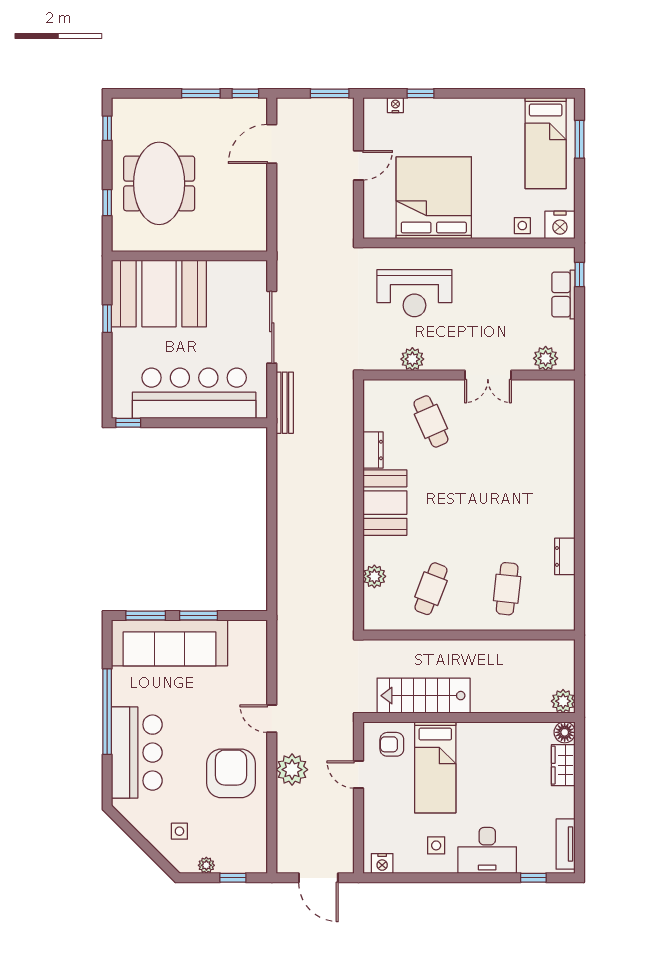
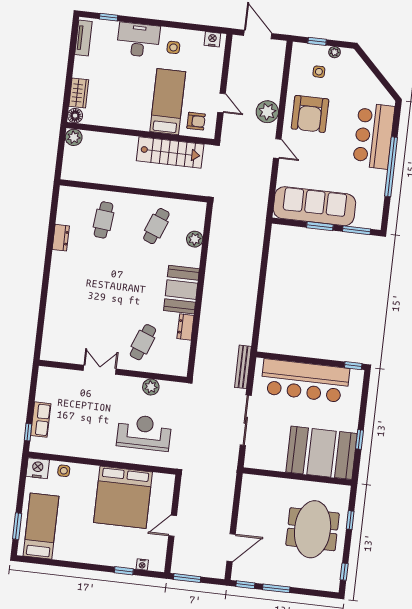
plant: (546, 358) -> (58, 377), removed
cafe table: (431, 421) -> (143, 342), turned 45
sofa: (170, 643) -> (314, 206), moved
side table: (179, 831) -> (319, 72), moved

